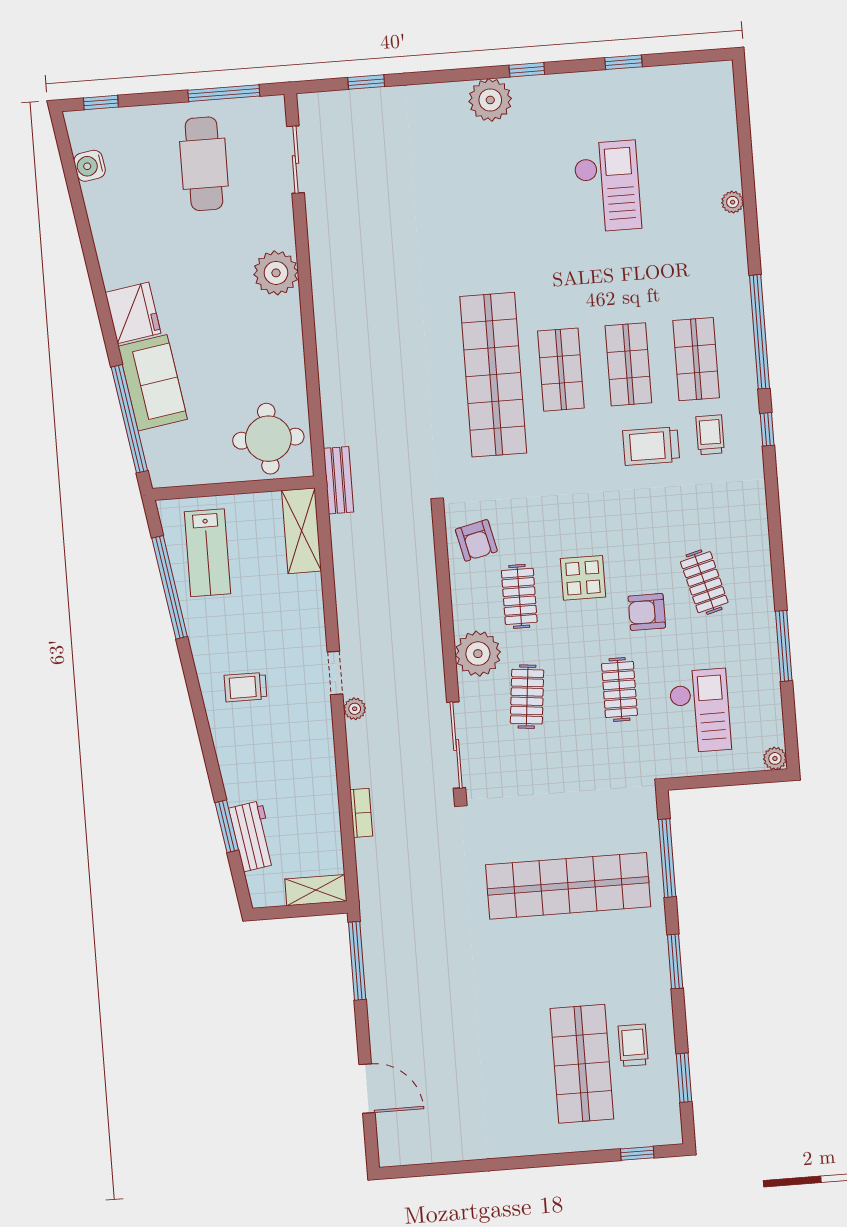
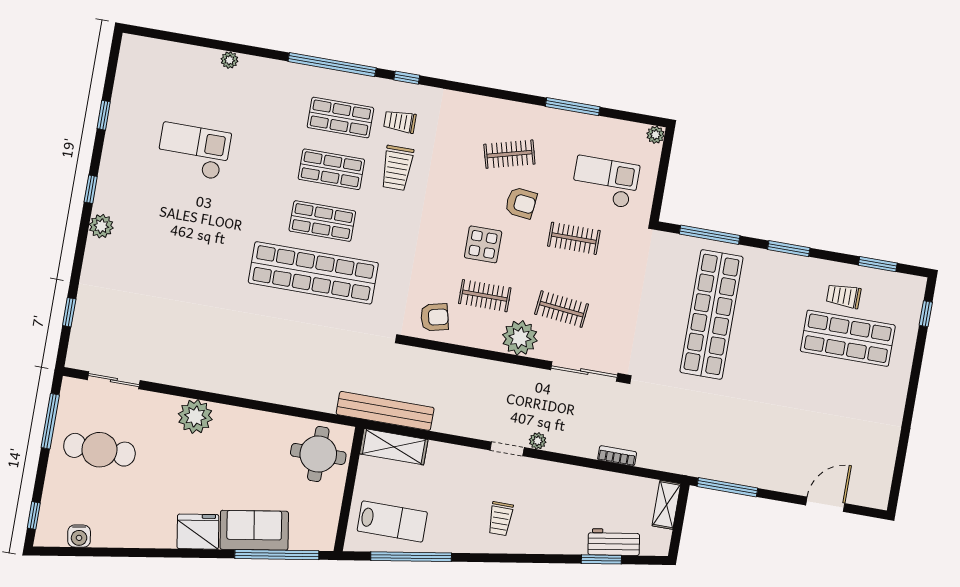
plant: (490, 100) -> (101, 226), width x0.73, depth x0.73
bench: (339, 480) -> (385, 411), width x1.86, depth x1.21
armchair: (647, 612) -> (521, 203), turned -84

